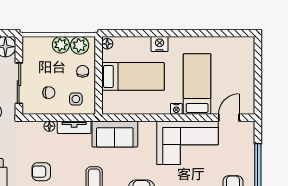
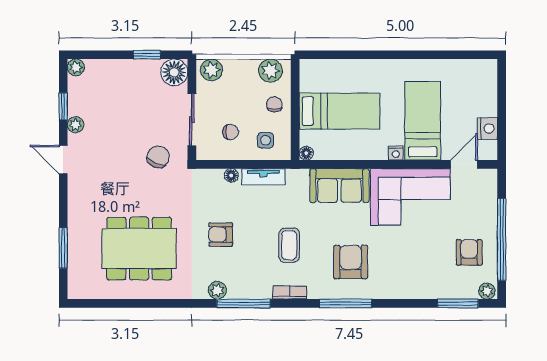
floor lamp: (107, 44) -> (306, 153), moved
nightstand: (160, 44) -> (487, 128), moved, turned 90
plant: (61, 45) -> (211, 70), moved
sofa: (115, 134) -> (339, 186), moved

